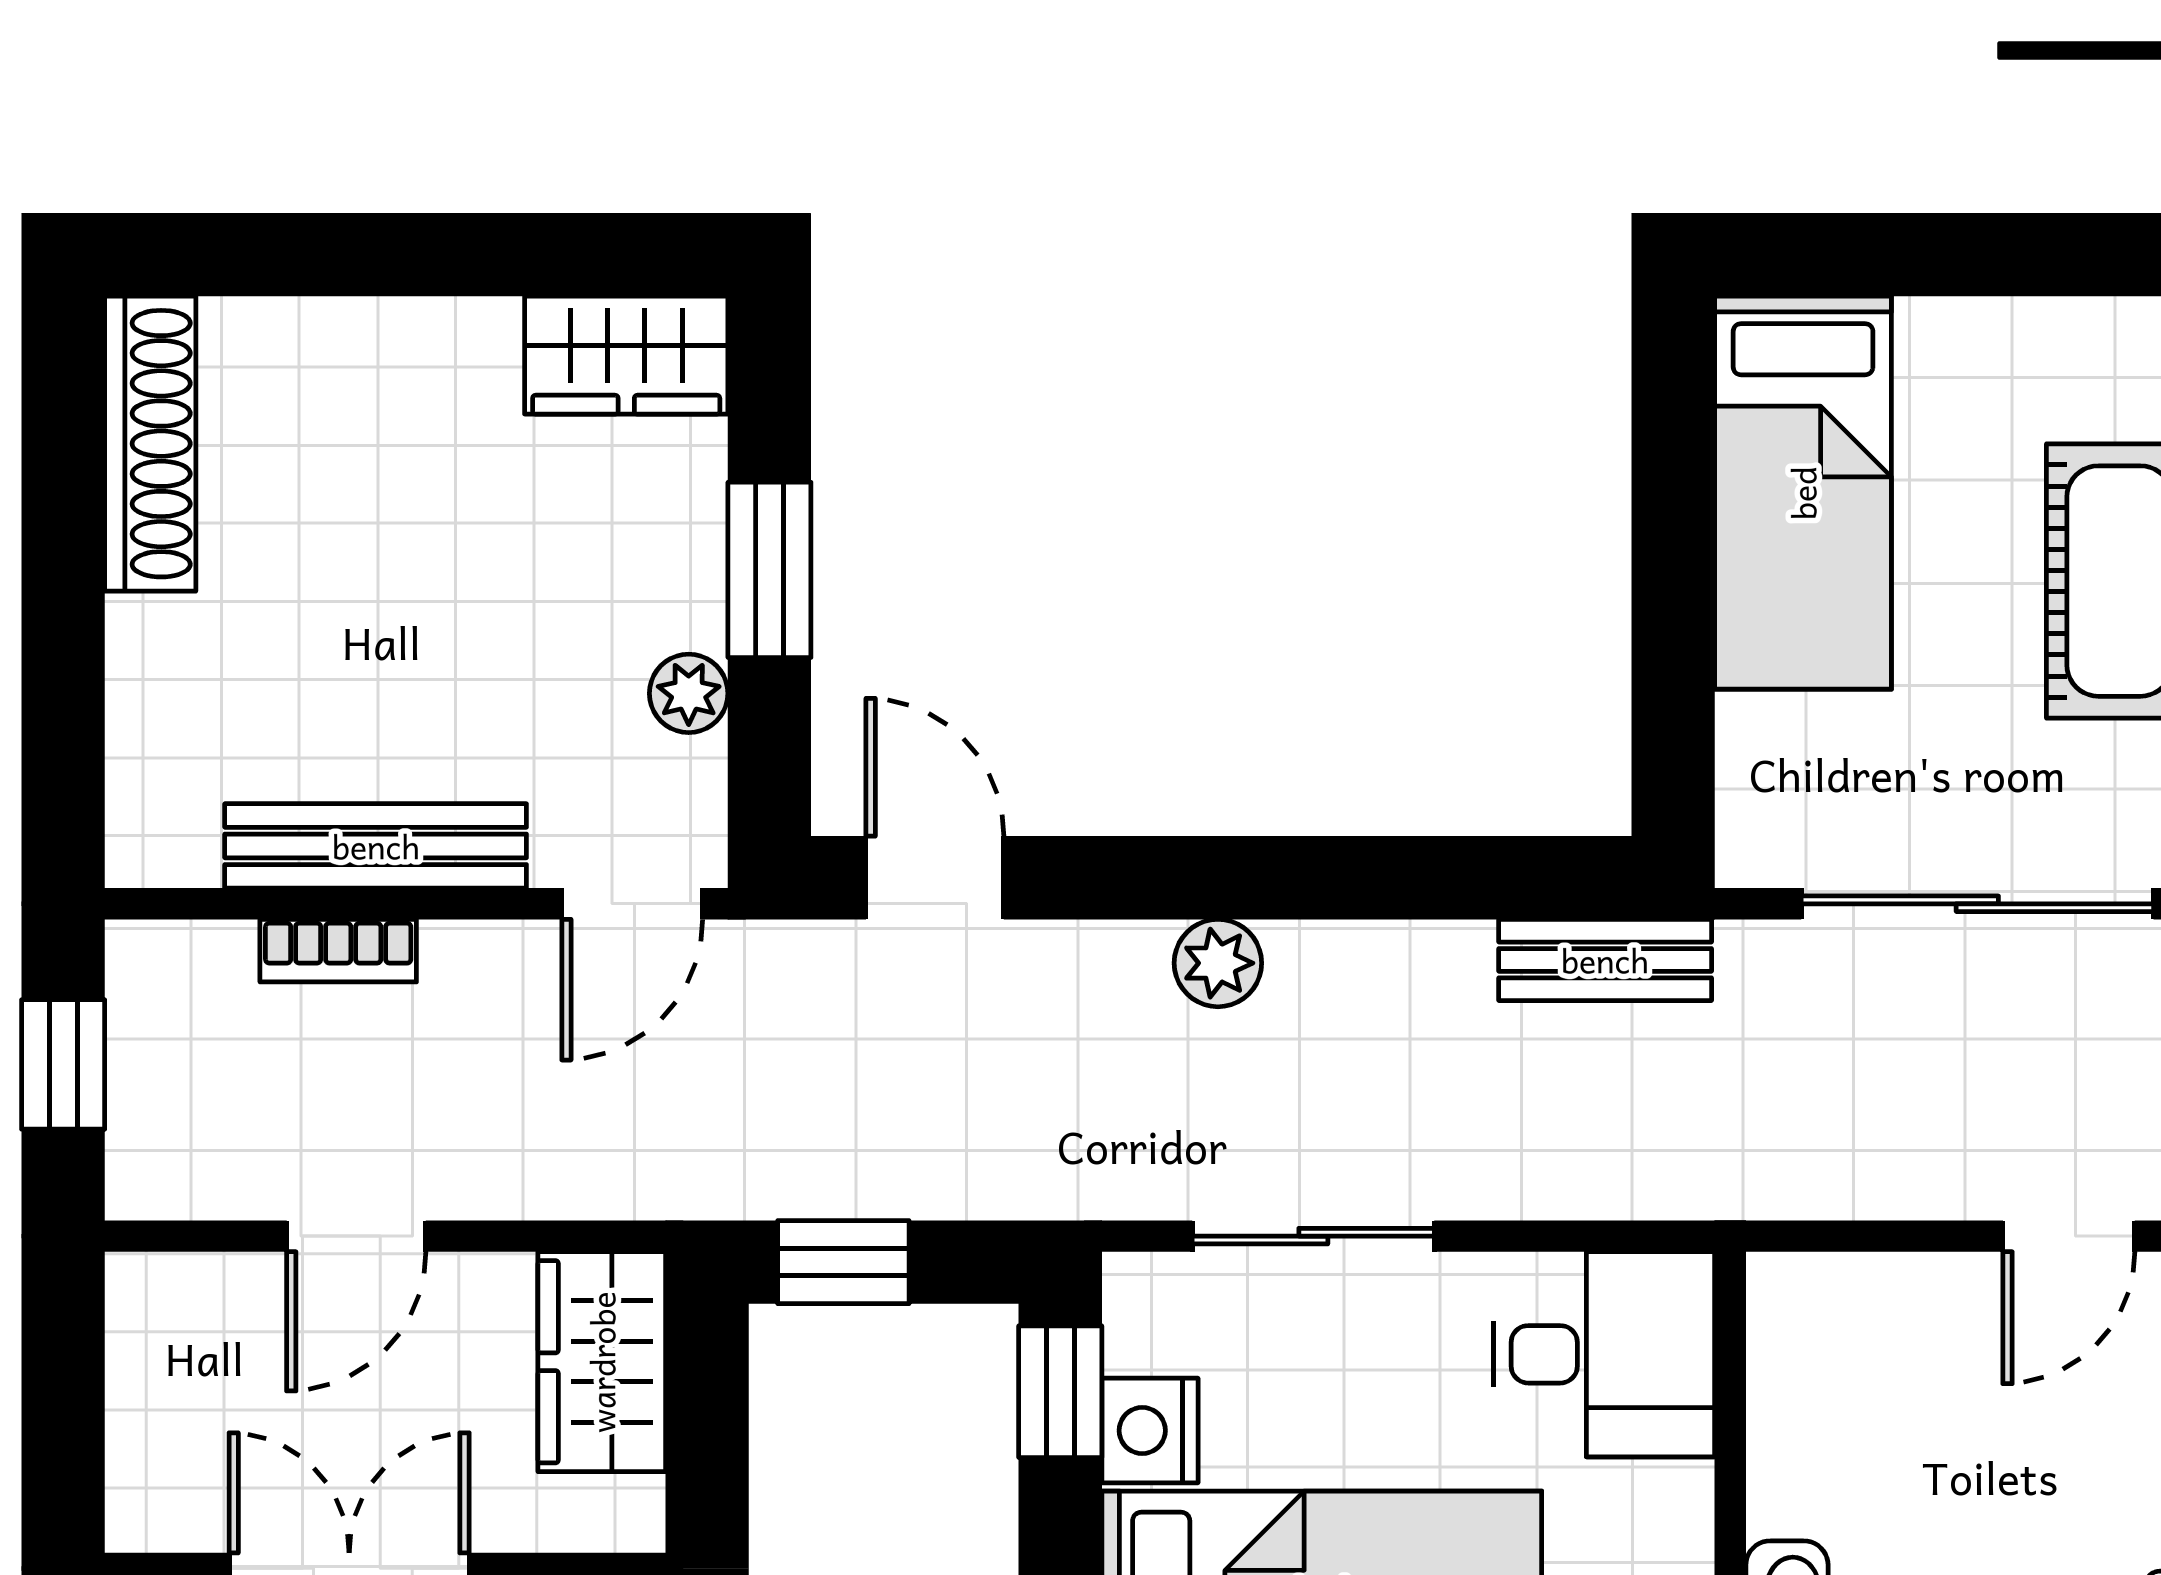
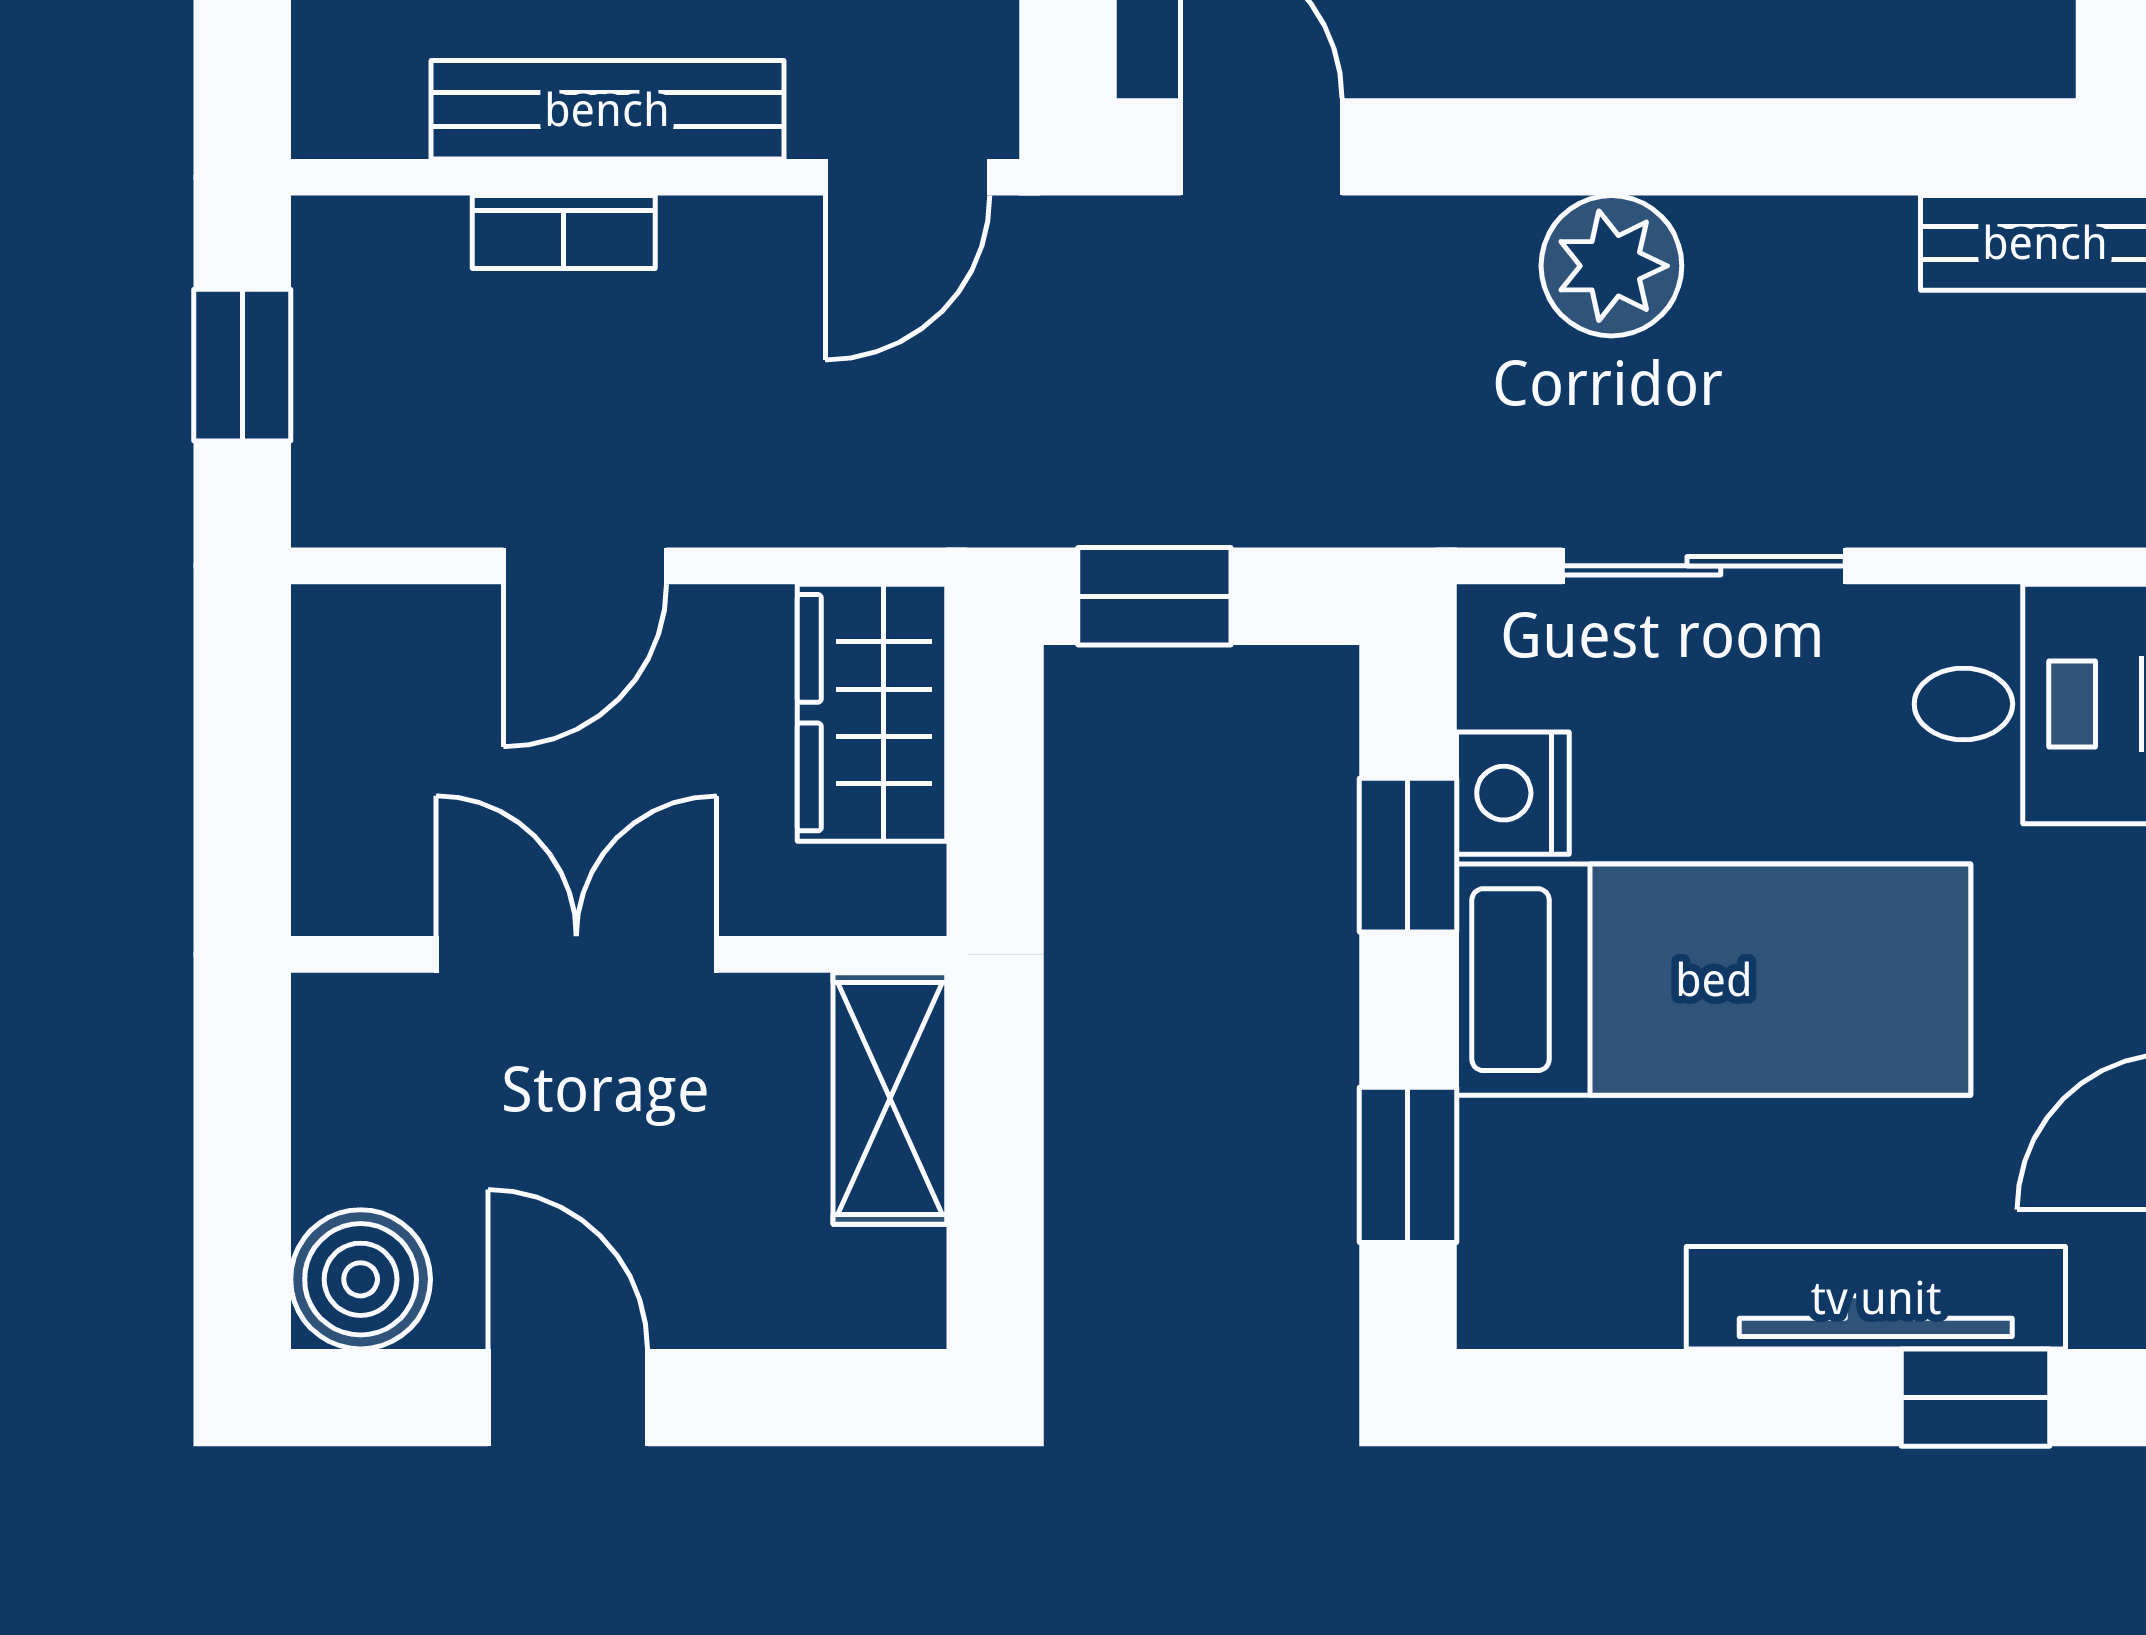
plant: (1218, 963) -> (1611, 266), width x1.38, depth x1.38
window: (1060, 1392) -> (1408, 855), moved

